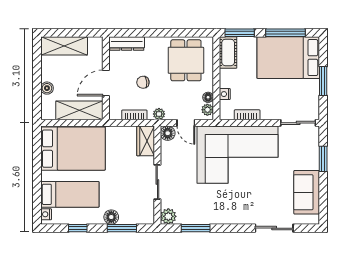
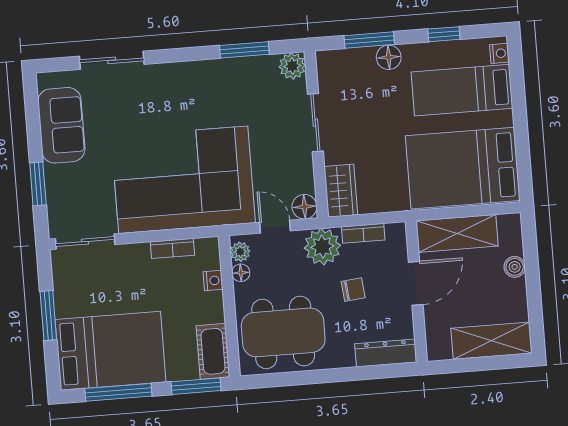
dining table: (186, 60) -> (283, 332), width x1.37
plant: (159, 114) -> (322, 247), width x1.88, depth x1.88

